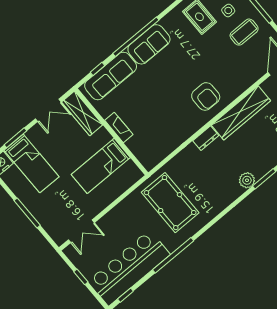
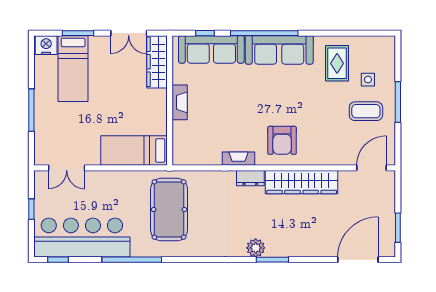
sofa: (149, 44) -> (279, 50), width x1.36
fireplace: (187, 132) -> (239, 159), added
bed: (101, 166) -> (134, 150), moved

